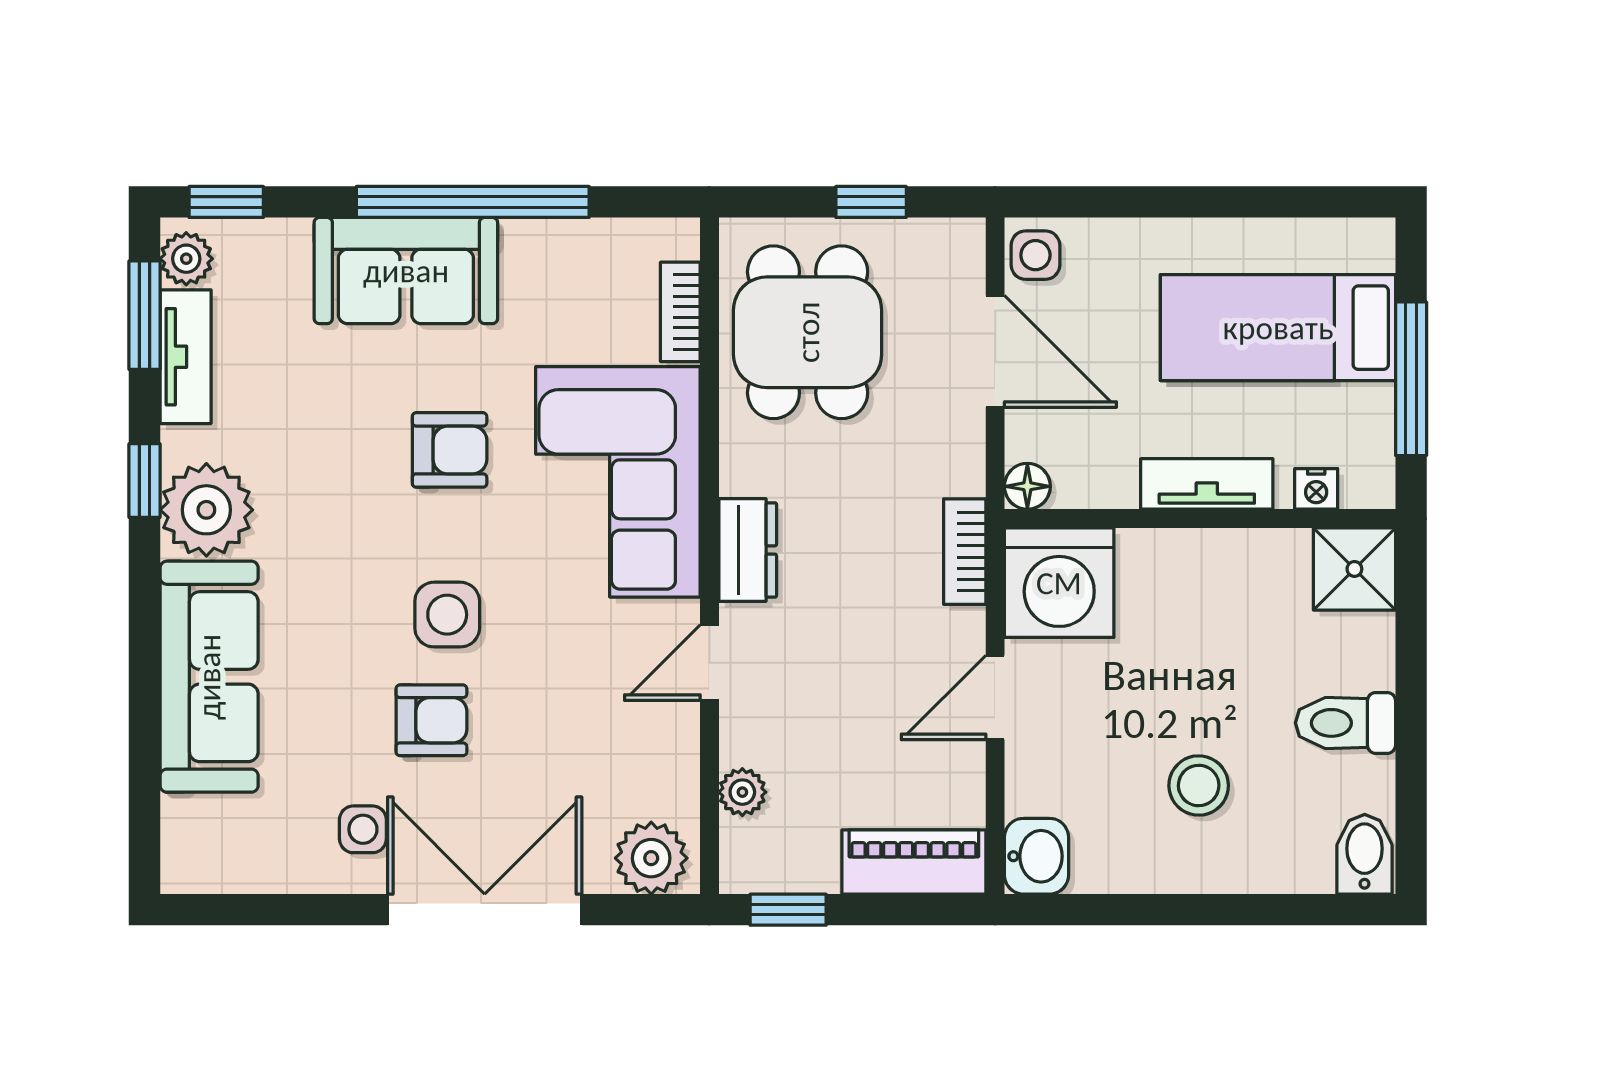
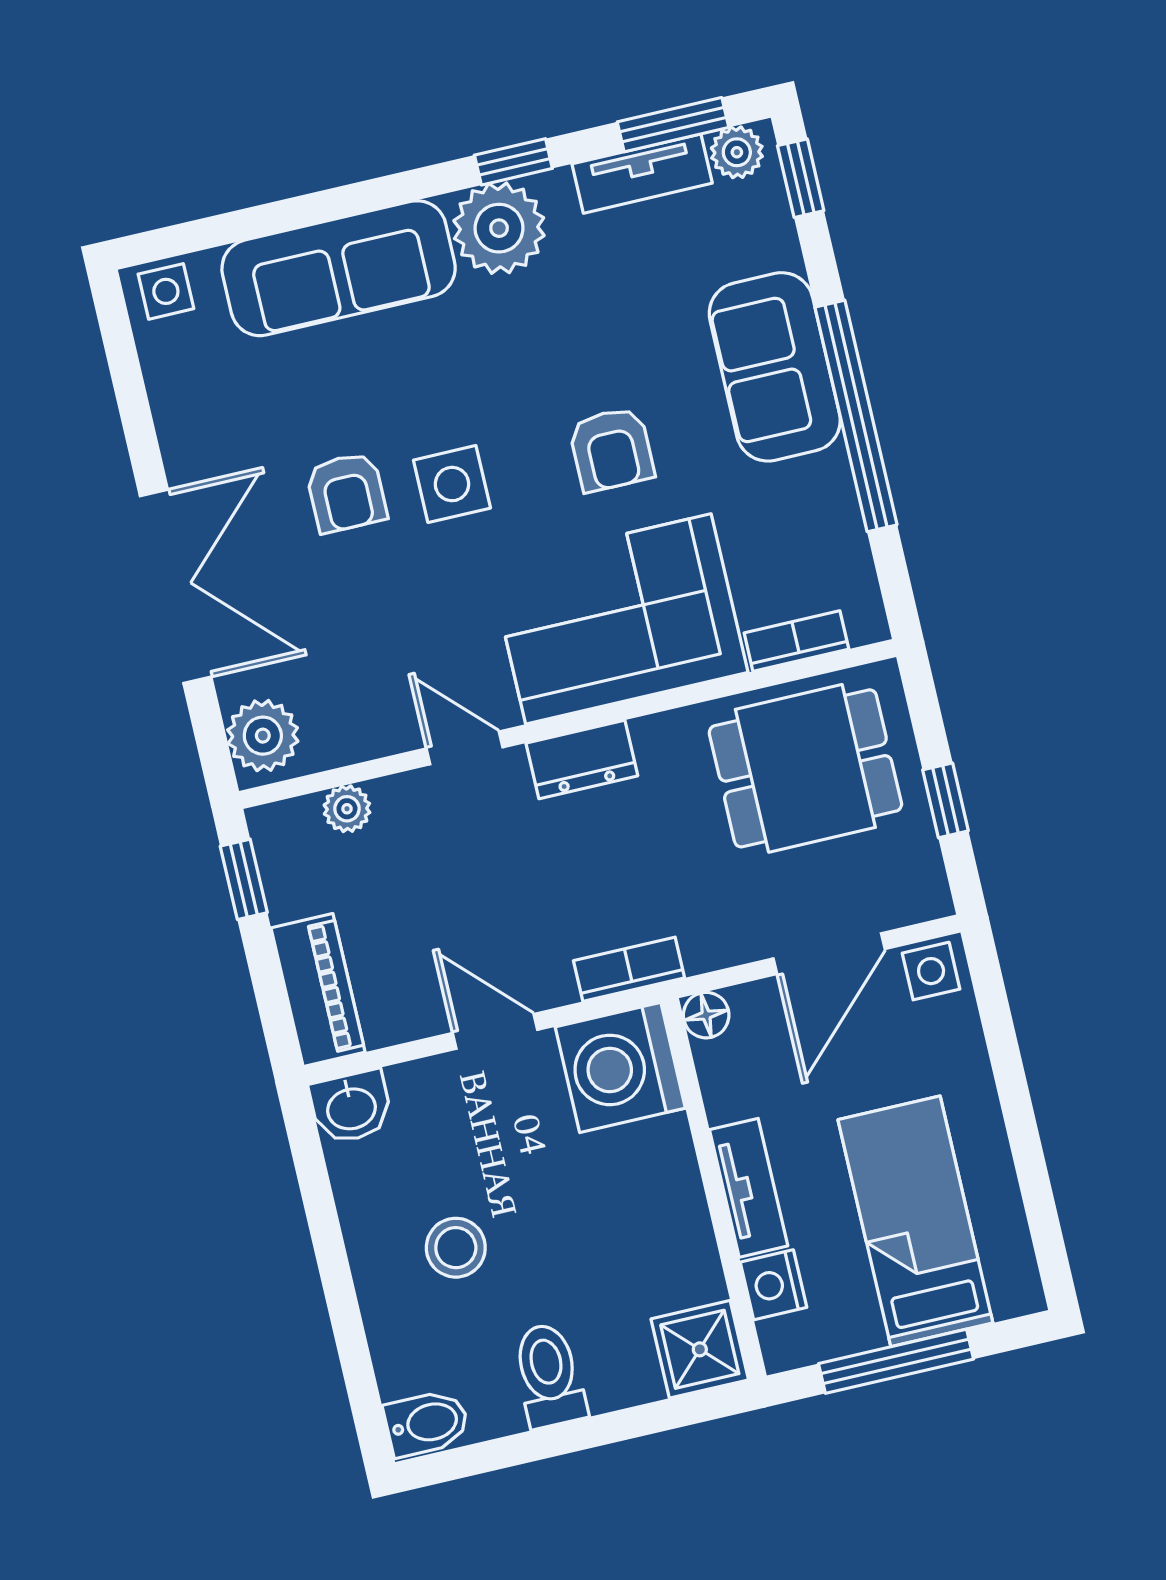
nightstand: (1316, 489) -> (774, 1285), width x1.39, depth x1.35
side table: (363, 829) -> (166, 291), moved

